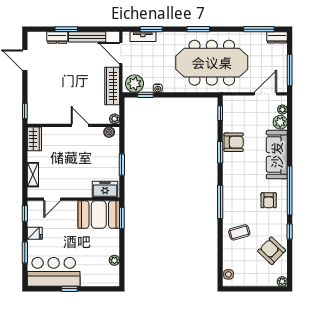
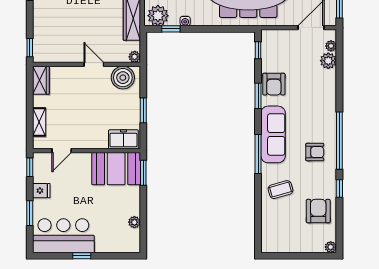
boiler: (109, 132) -> (123, 78), width x1.86, depth x1.86
armchair: (234, 142) -> (274, 84), turned 90
sofa: (277, 155) -> (273, 134), moved, turned 180
armchair: (269, 200) -> (315, 152), turned -90
armchair: (272, 251) -> (318, 211), turned 46
side table: (228, 274) -> (268, 239), removed

